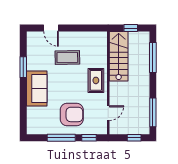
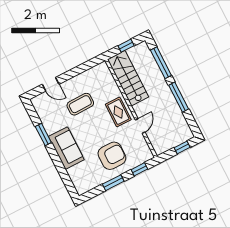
window: (153, 112) -> (179, 97), moved
door: (108, 113) -> (140, 126), moved
window: (61, 138) -> (113, 183), width x0.69

